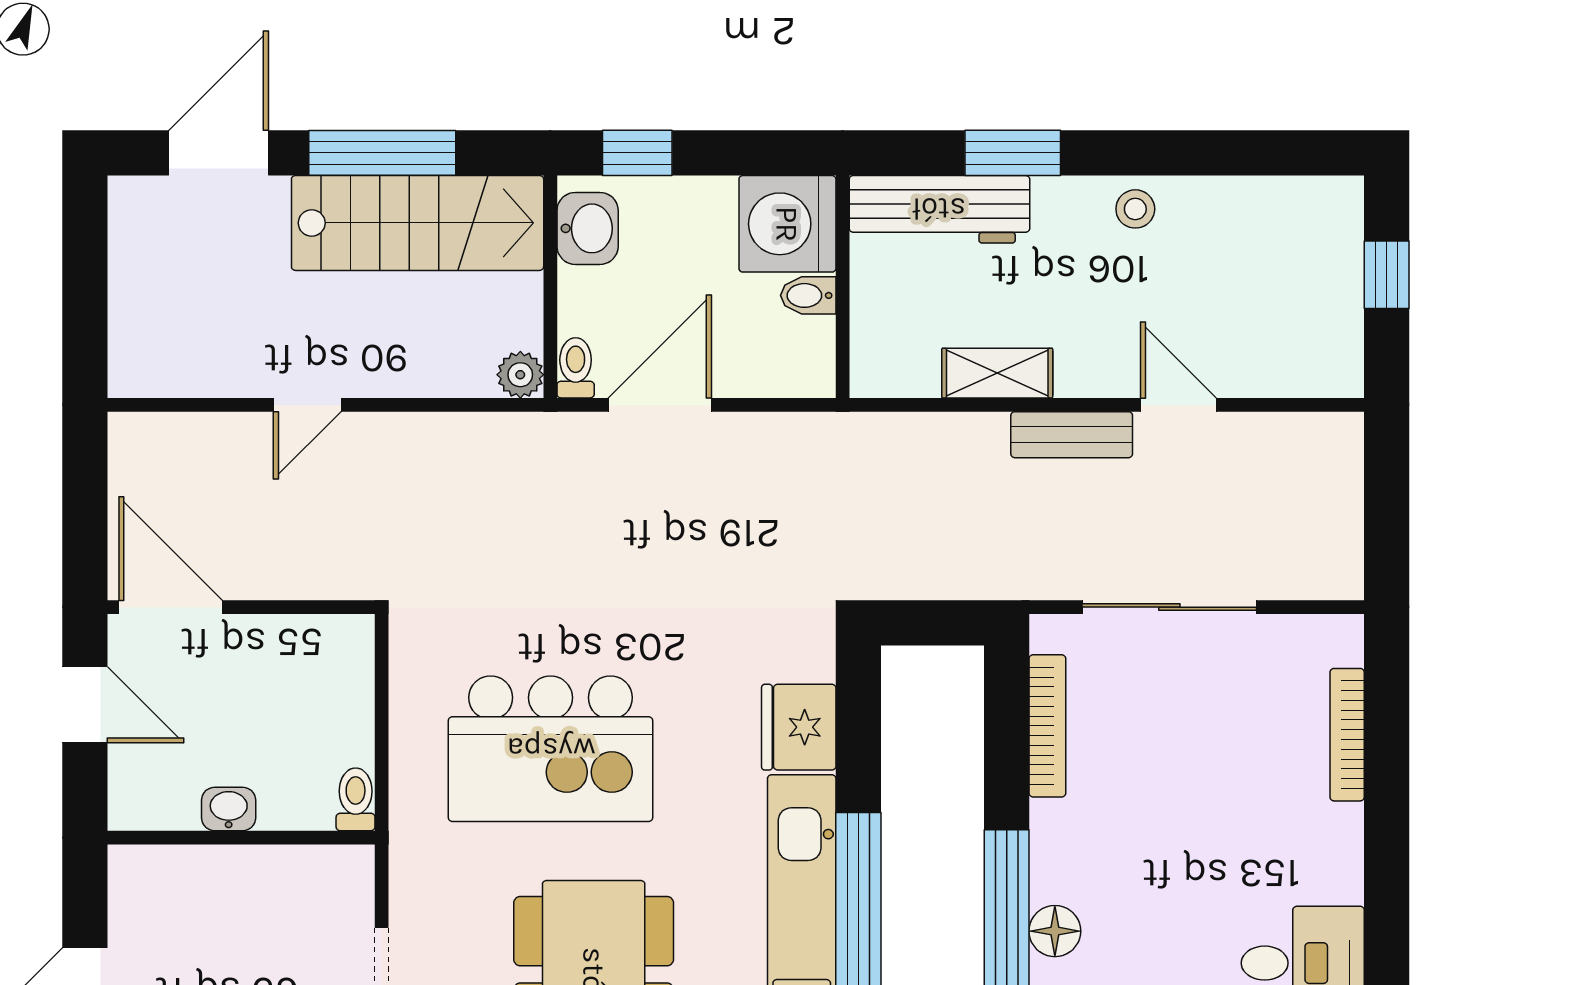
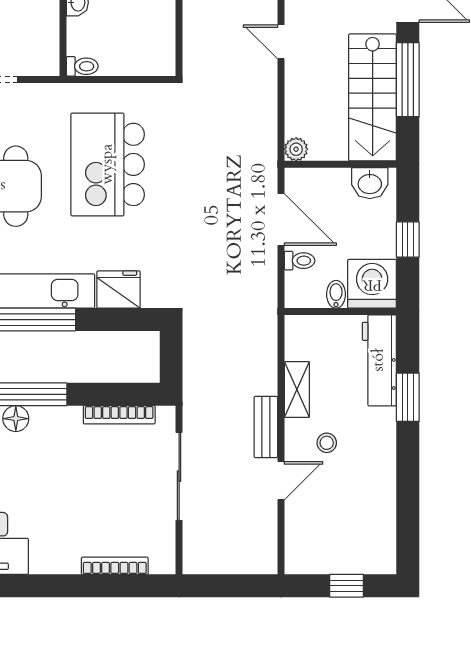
window: (637, 153) -> (408, 239), moved
stool: (1135, 209) -> (327, 443), moved
toilet: (576, 368) -> (300, 261), moved

